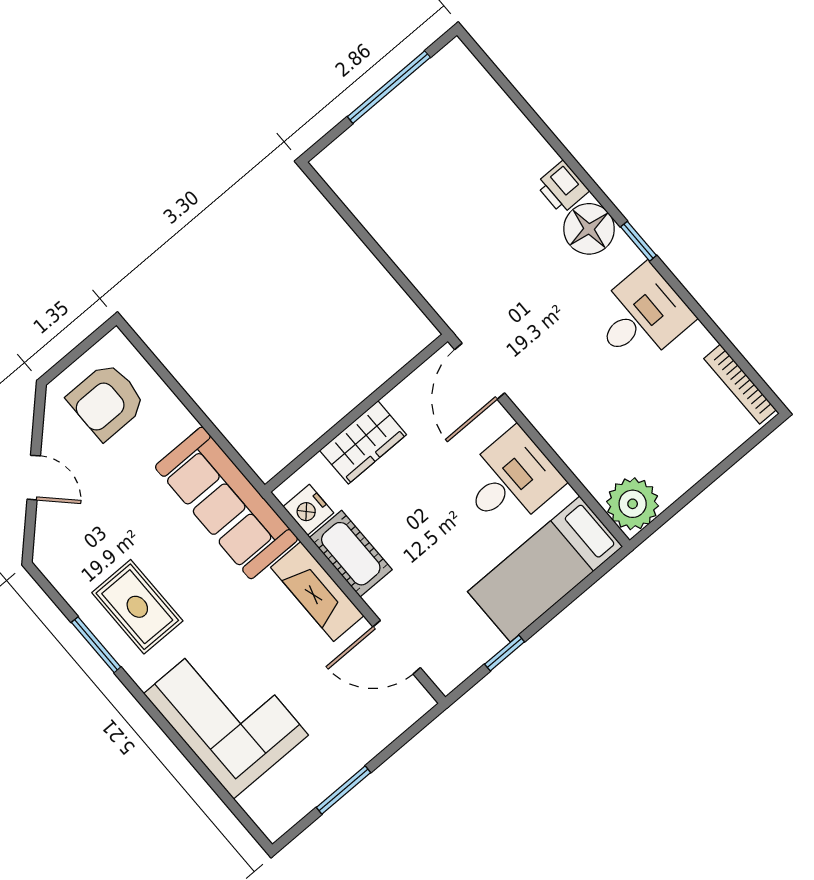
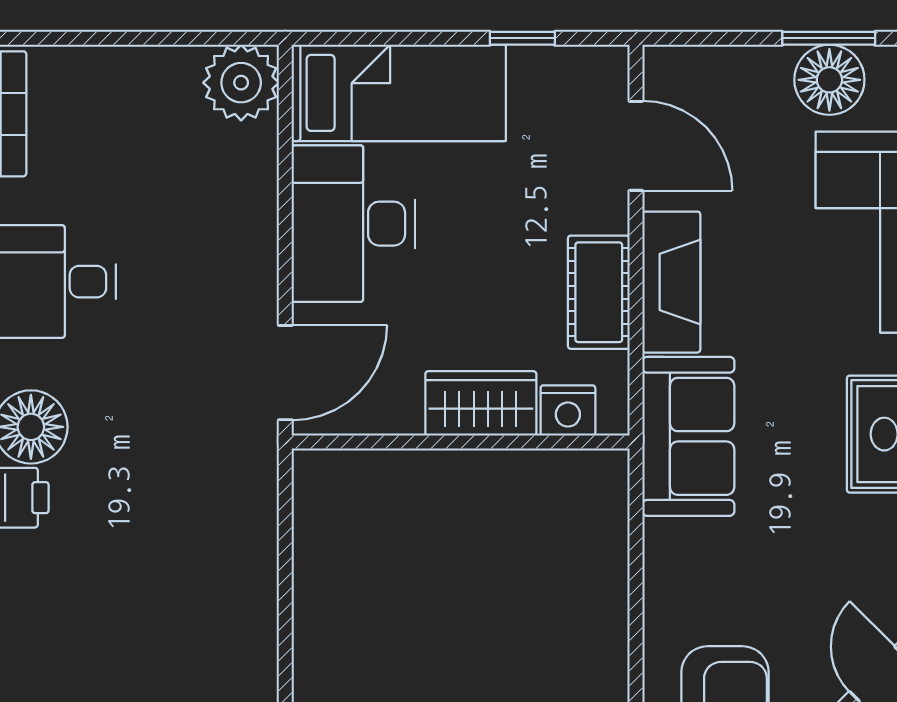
desk: (511, 480) -> (353, 224), width x1.37
sofa: (226, 503) -> (688, 436), width x0.73
nightstand: (308, 510) -> (568, 410), moved, turned 90
floor lamp: (325, 769) -> (829, 80), added

